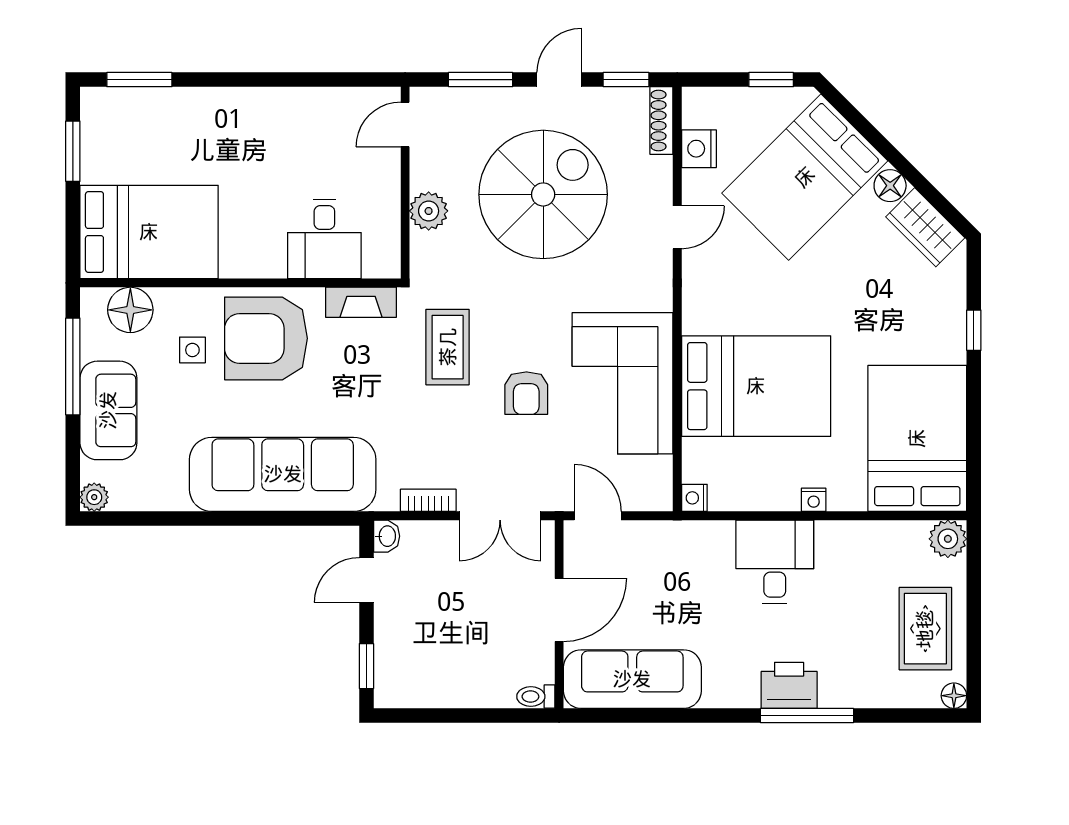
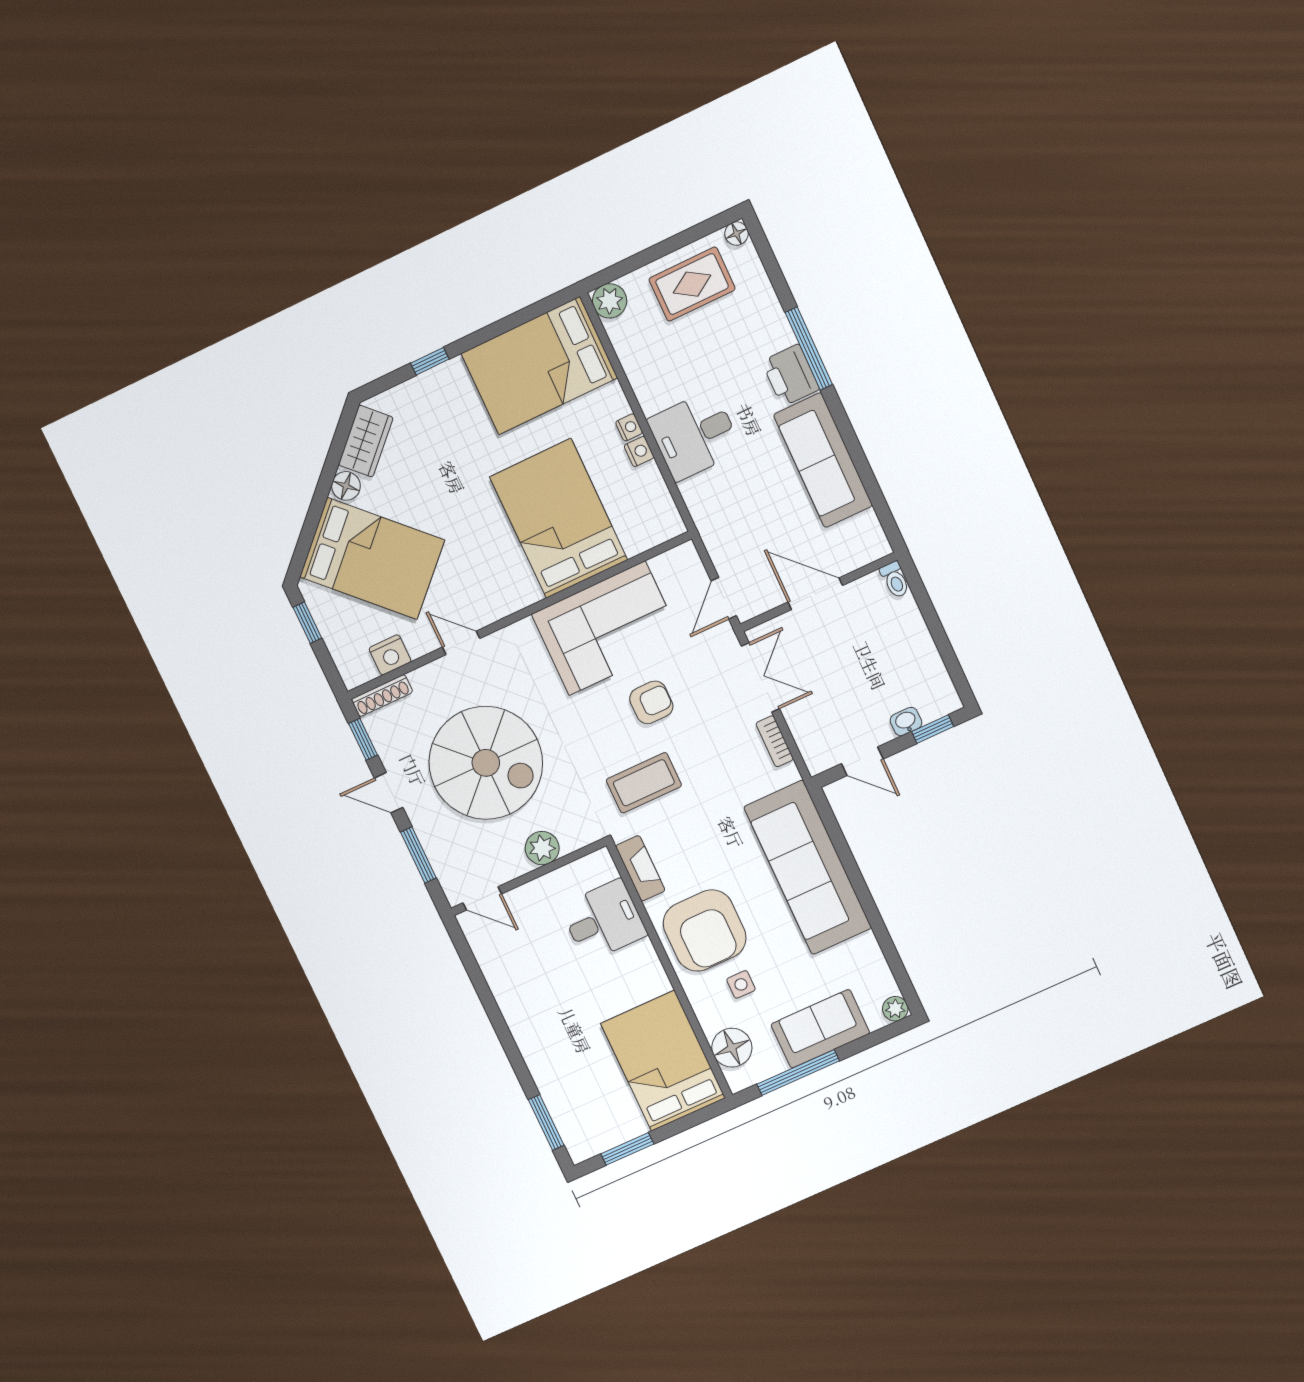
spiral stairs: (543, 194) -> (486, 763), turned 180
nightstand: (694, 498) -> (639, 452), moved, turned -90
washbasin: (387, 536) -> (906, 722), moved
sofa: (632, 679) -> (823, 460), moved

